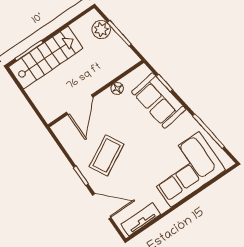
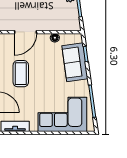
coffee table: (106, 155) -> (21, 74), turned -62

